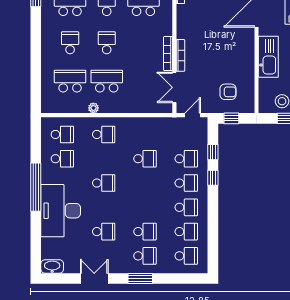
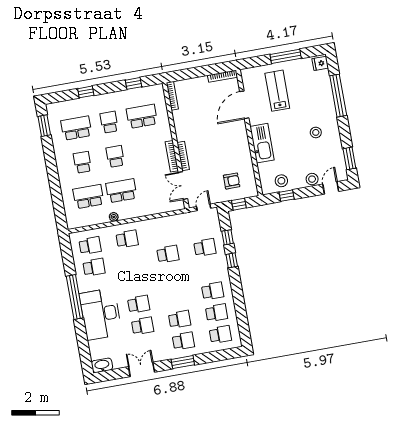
school desk: (104, 183) -> (139, 304), moved
school desk: (186, 183) -> (209, 269), removed

